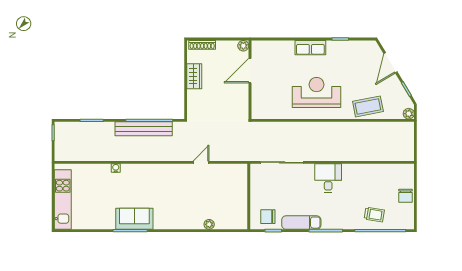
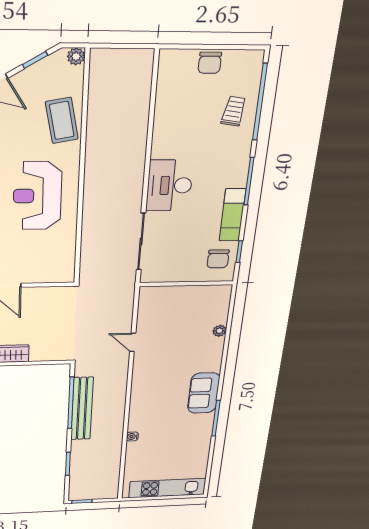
desk: (328, 178) -> (169, 185), width x1.37
chair: (406, 196) -> (210, 63), turned 90
sofa: (134, 219) -> (204, 393), moved

